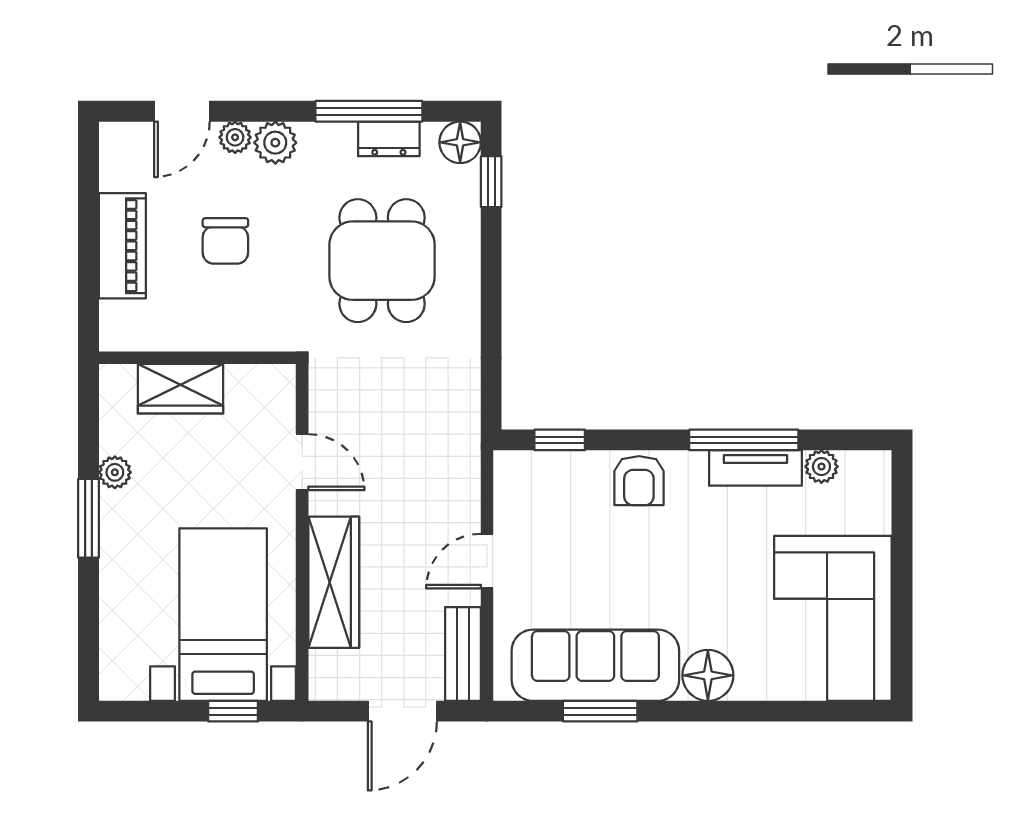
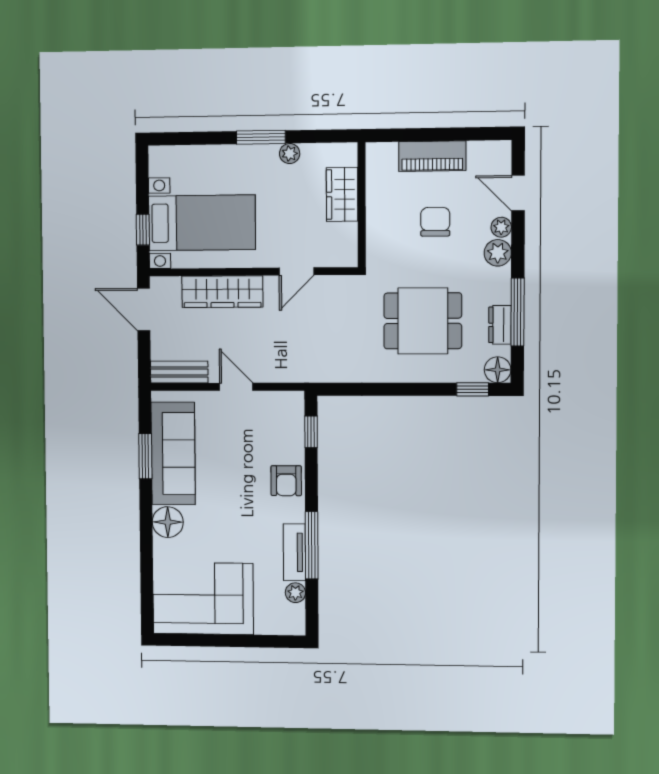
chair: (225, 241) -> (435, 222), turned 90
armchair: (639, 481) -> (286, 481), turned -90
door: (402, 711) -> (144, 310), moved

